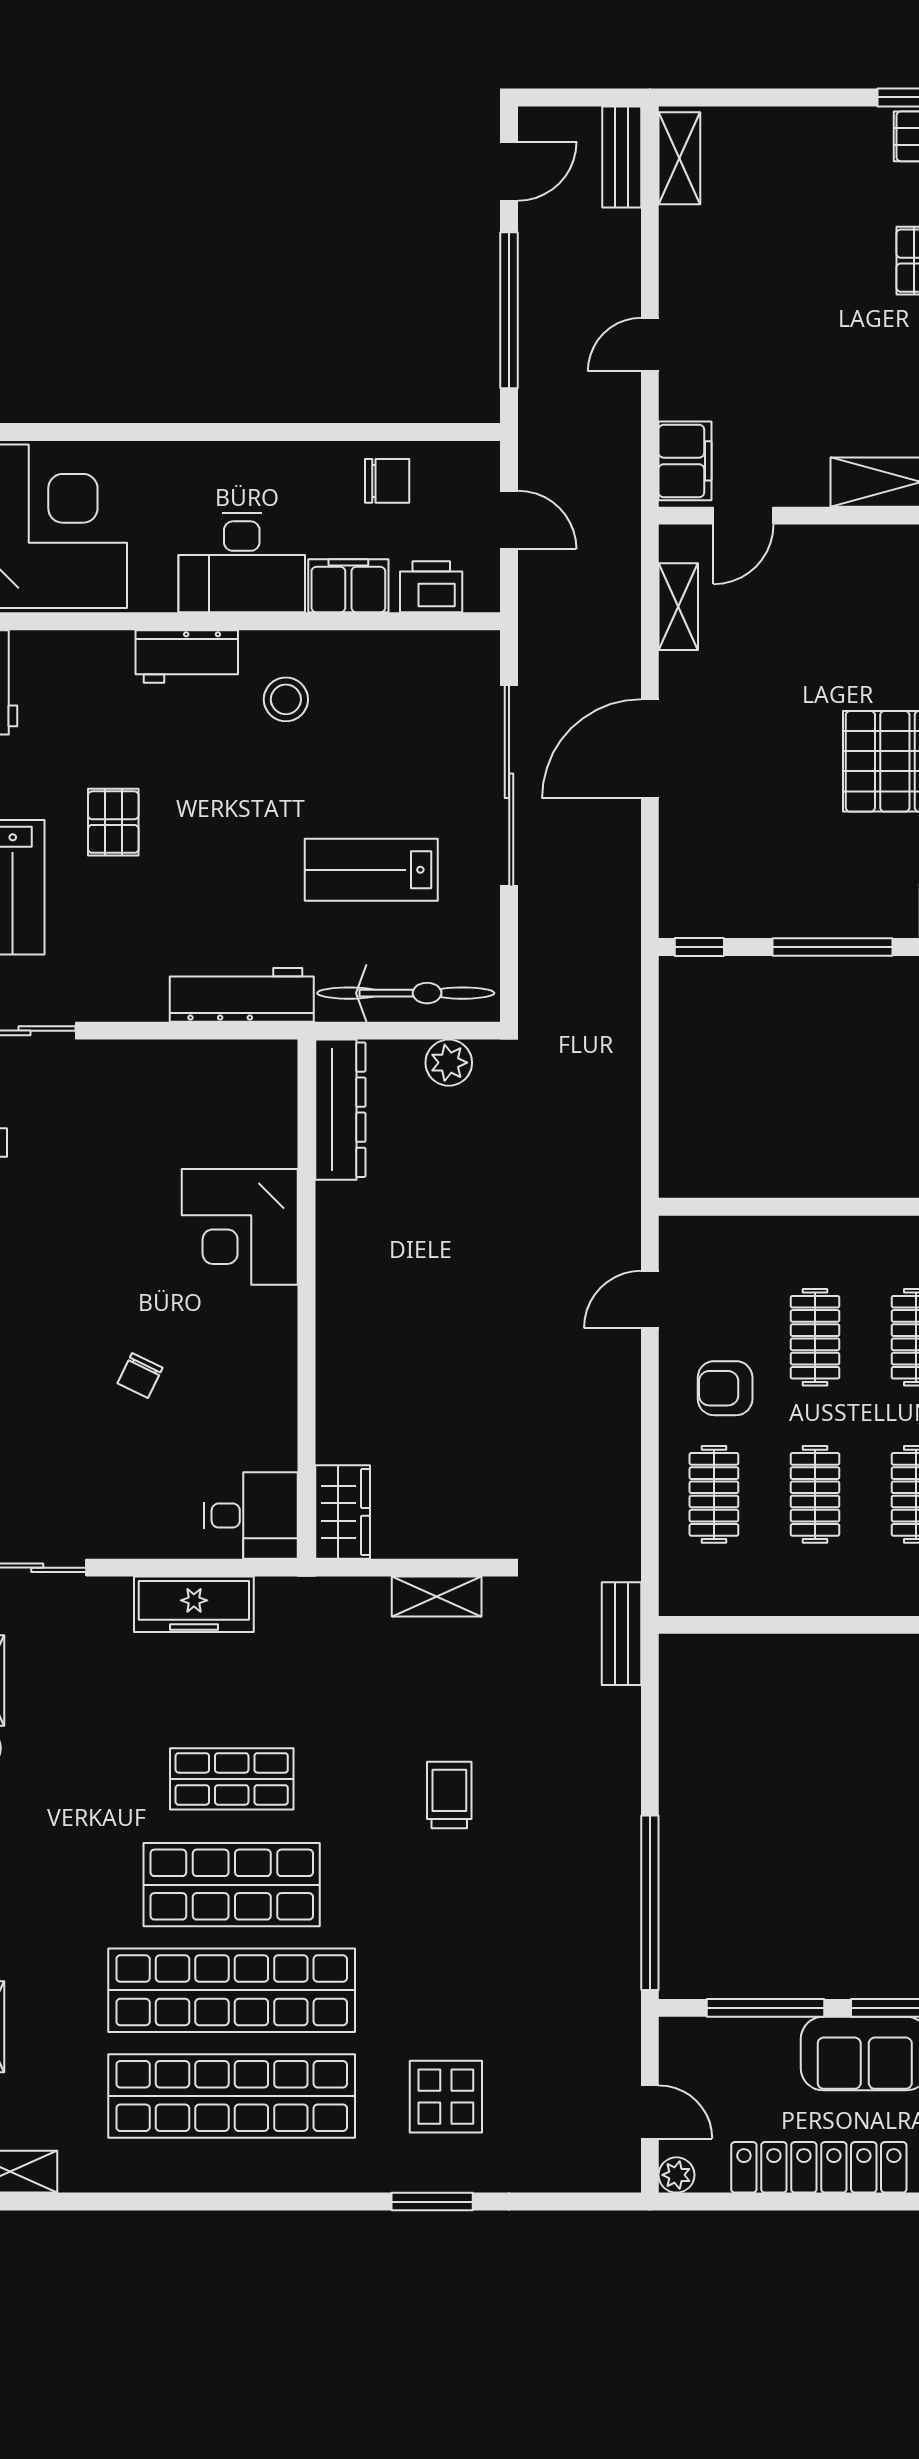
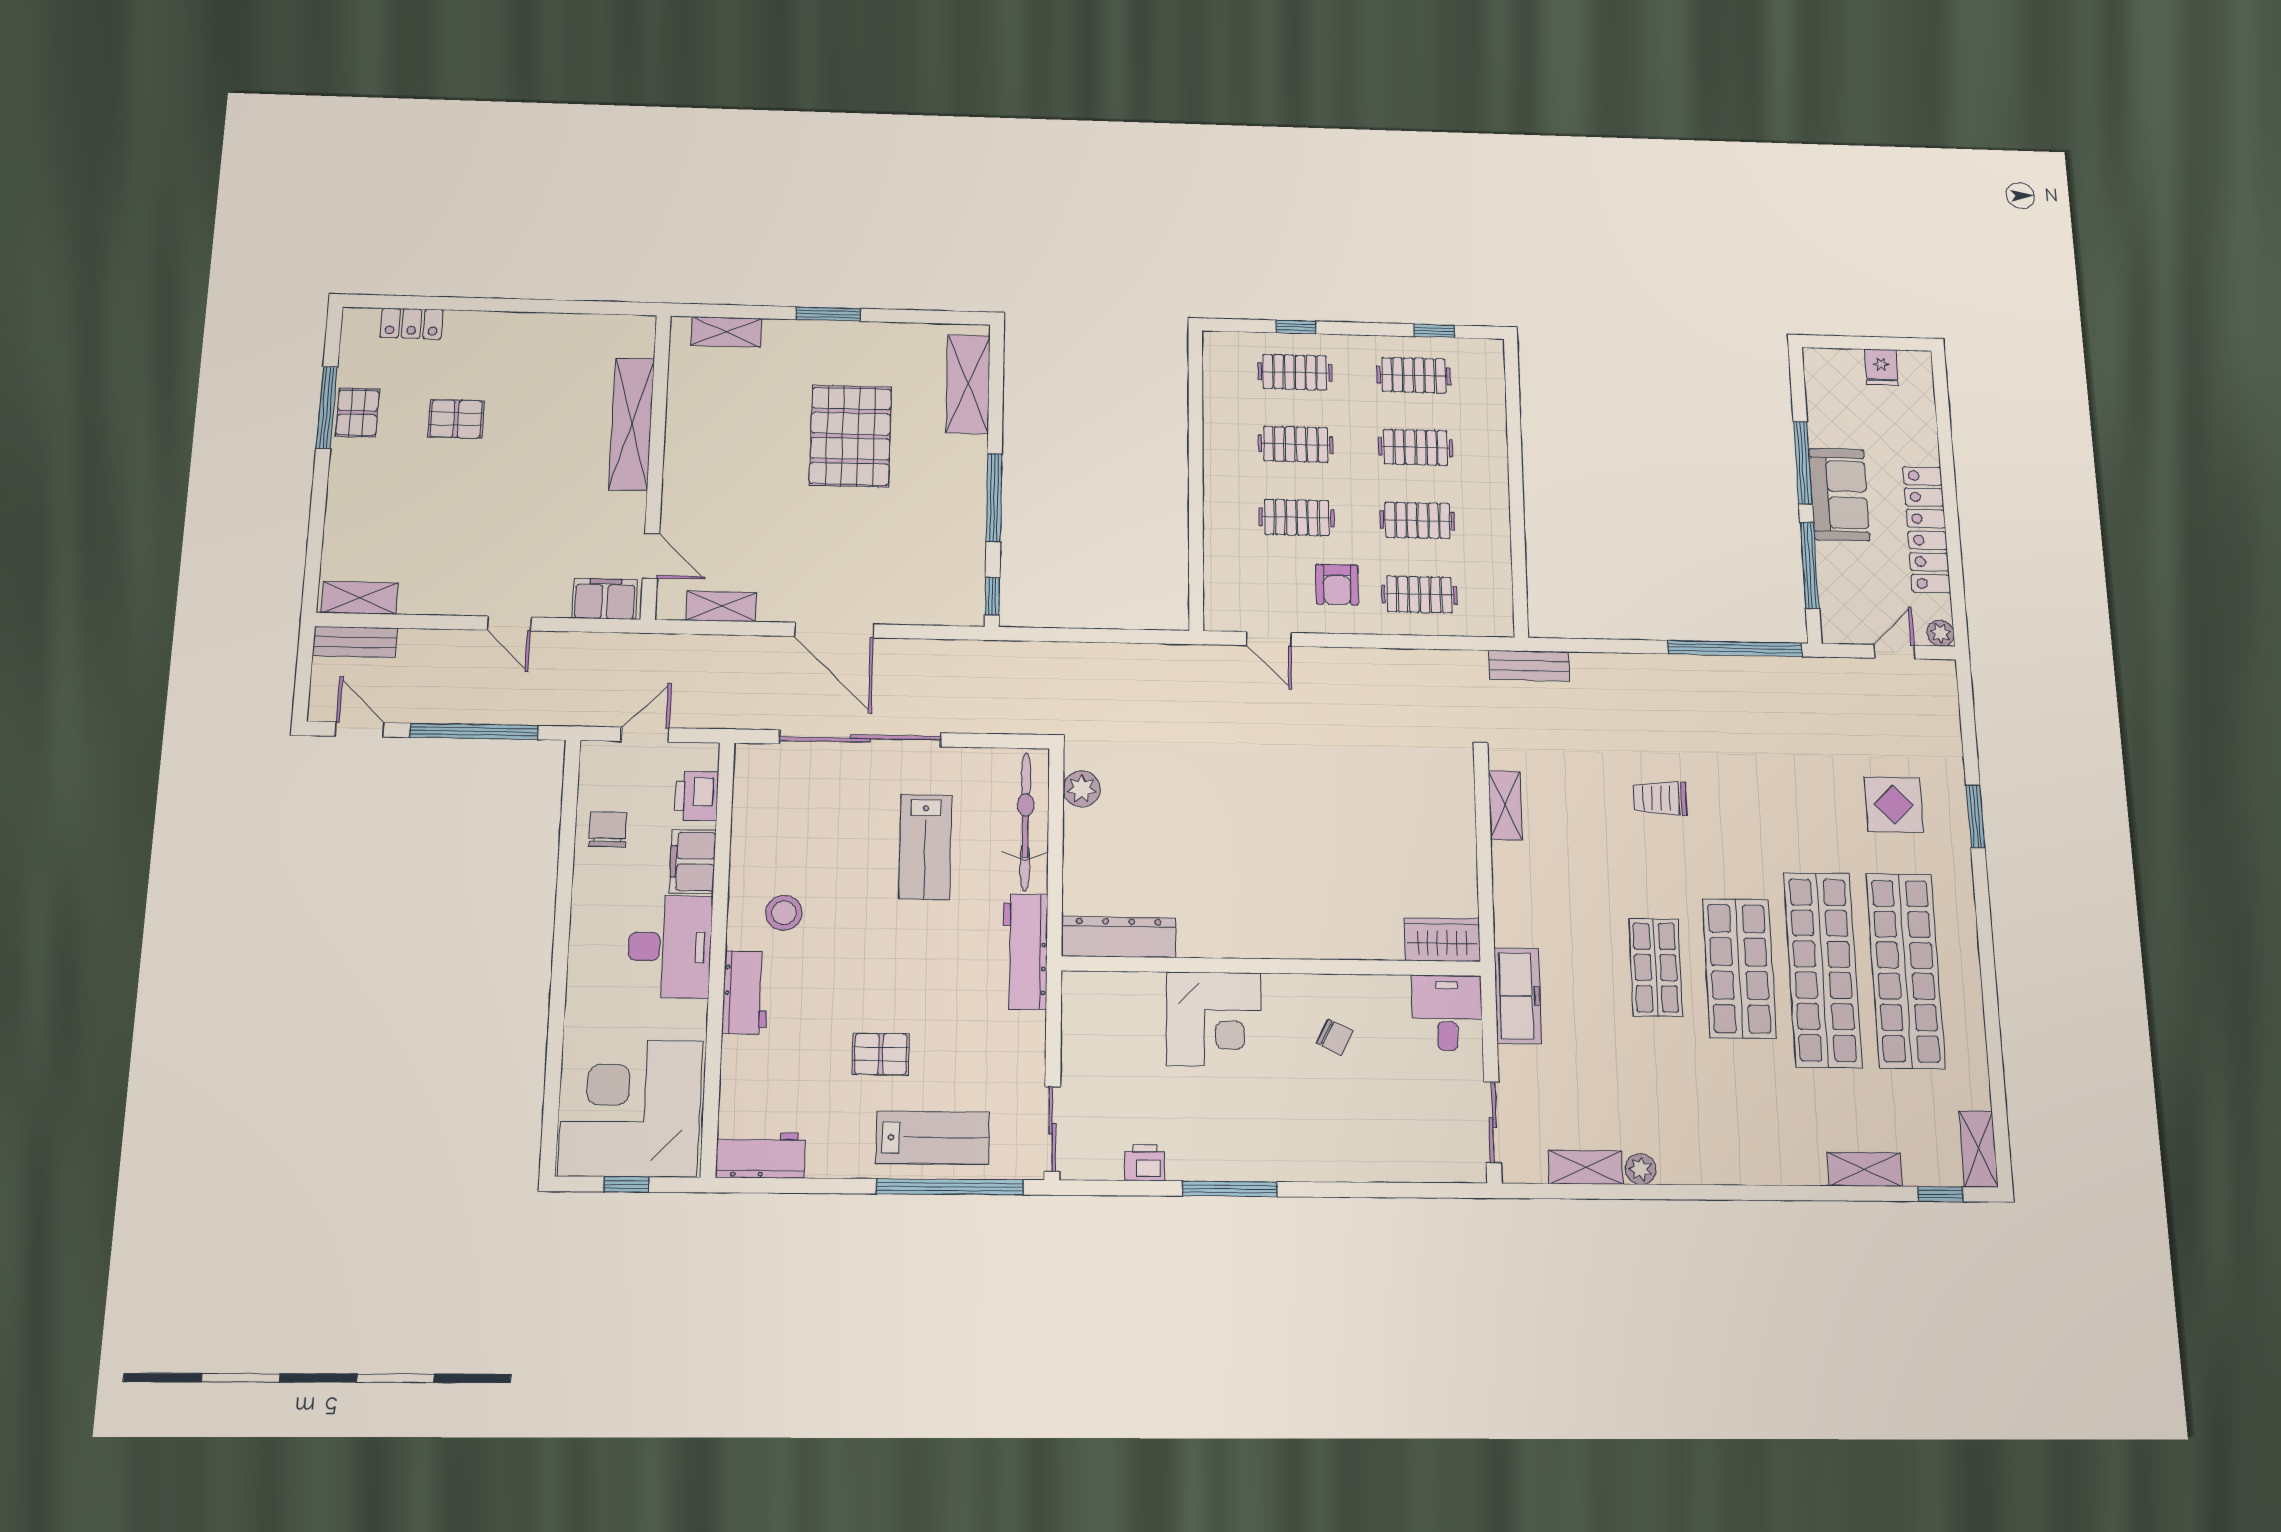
dresser: (340, 1110) -> (1119, 937), moved
corner desk: (240, 1227) -> (1214, 1019), moved
wall: (307, 1299) -> (1272, 966), moved
wardrobe: (343, 1512) -> (1442, 940), moved
desk: (251, 1516) -> (1447, 1013), moved

